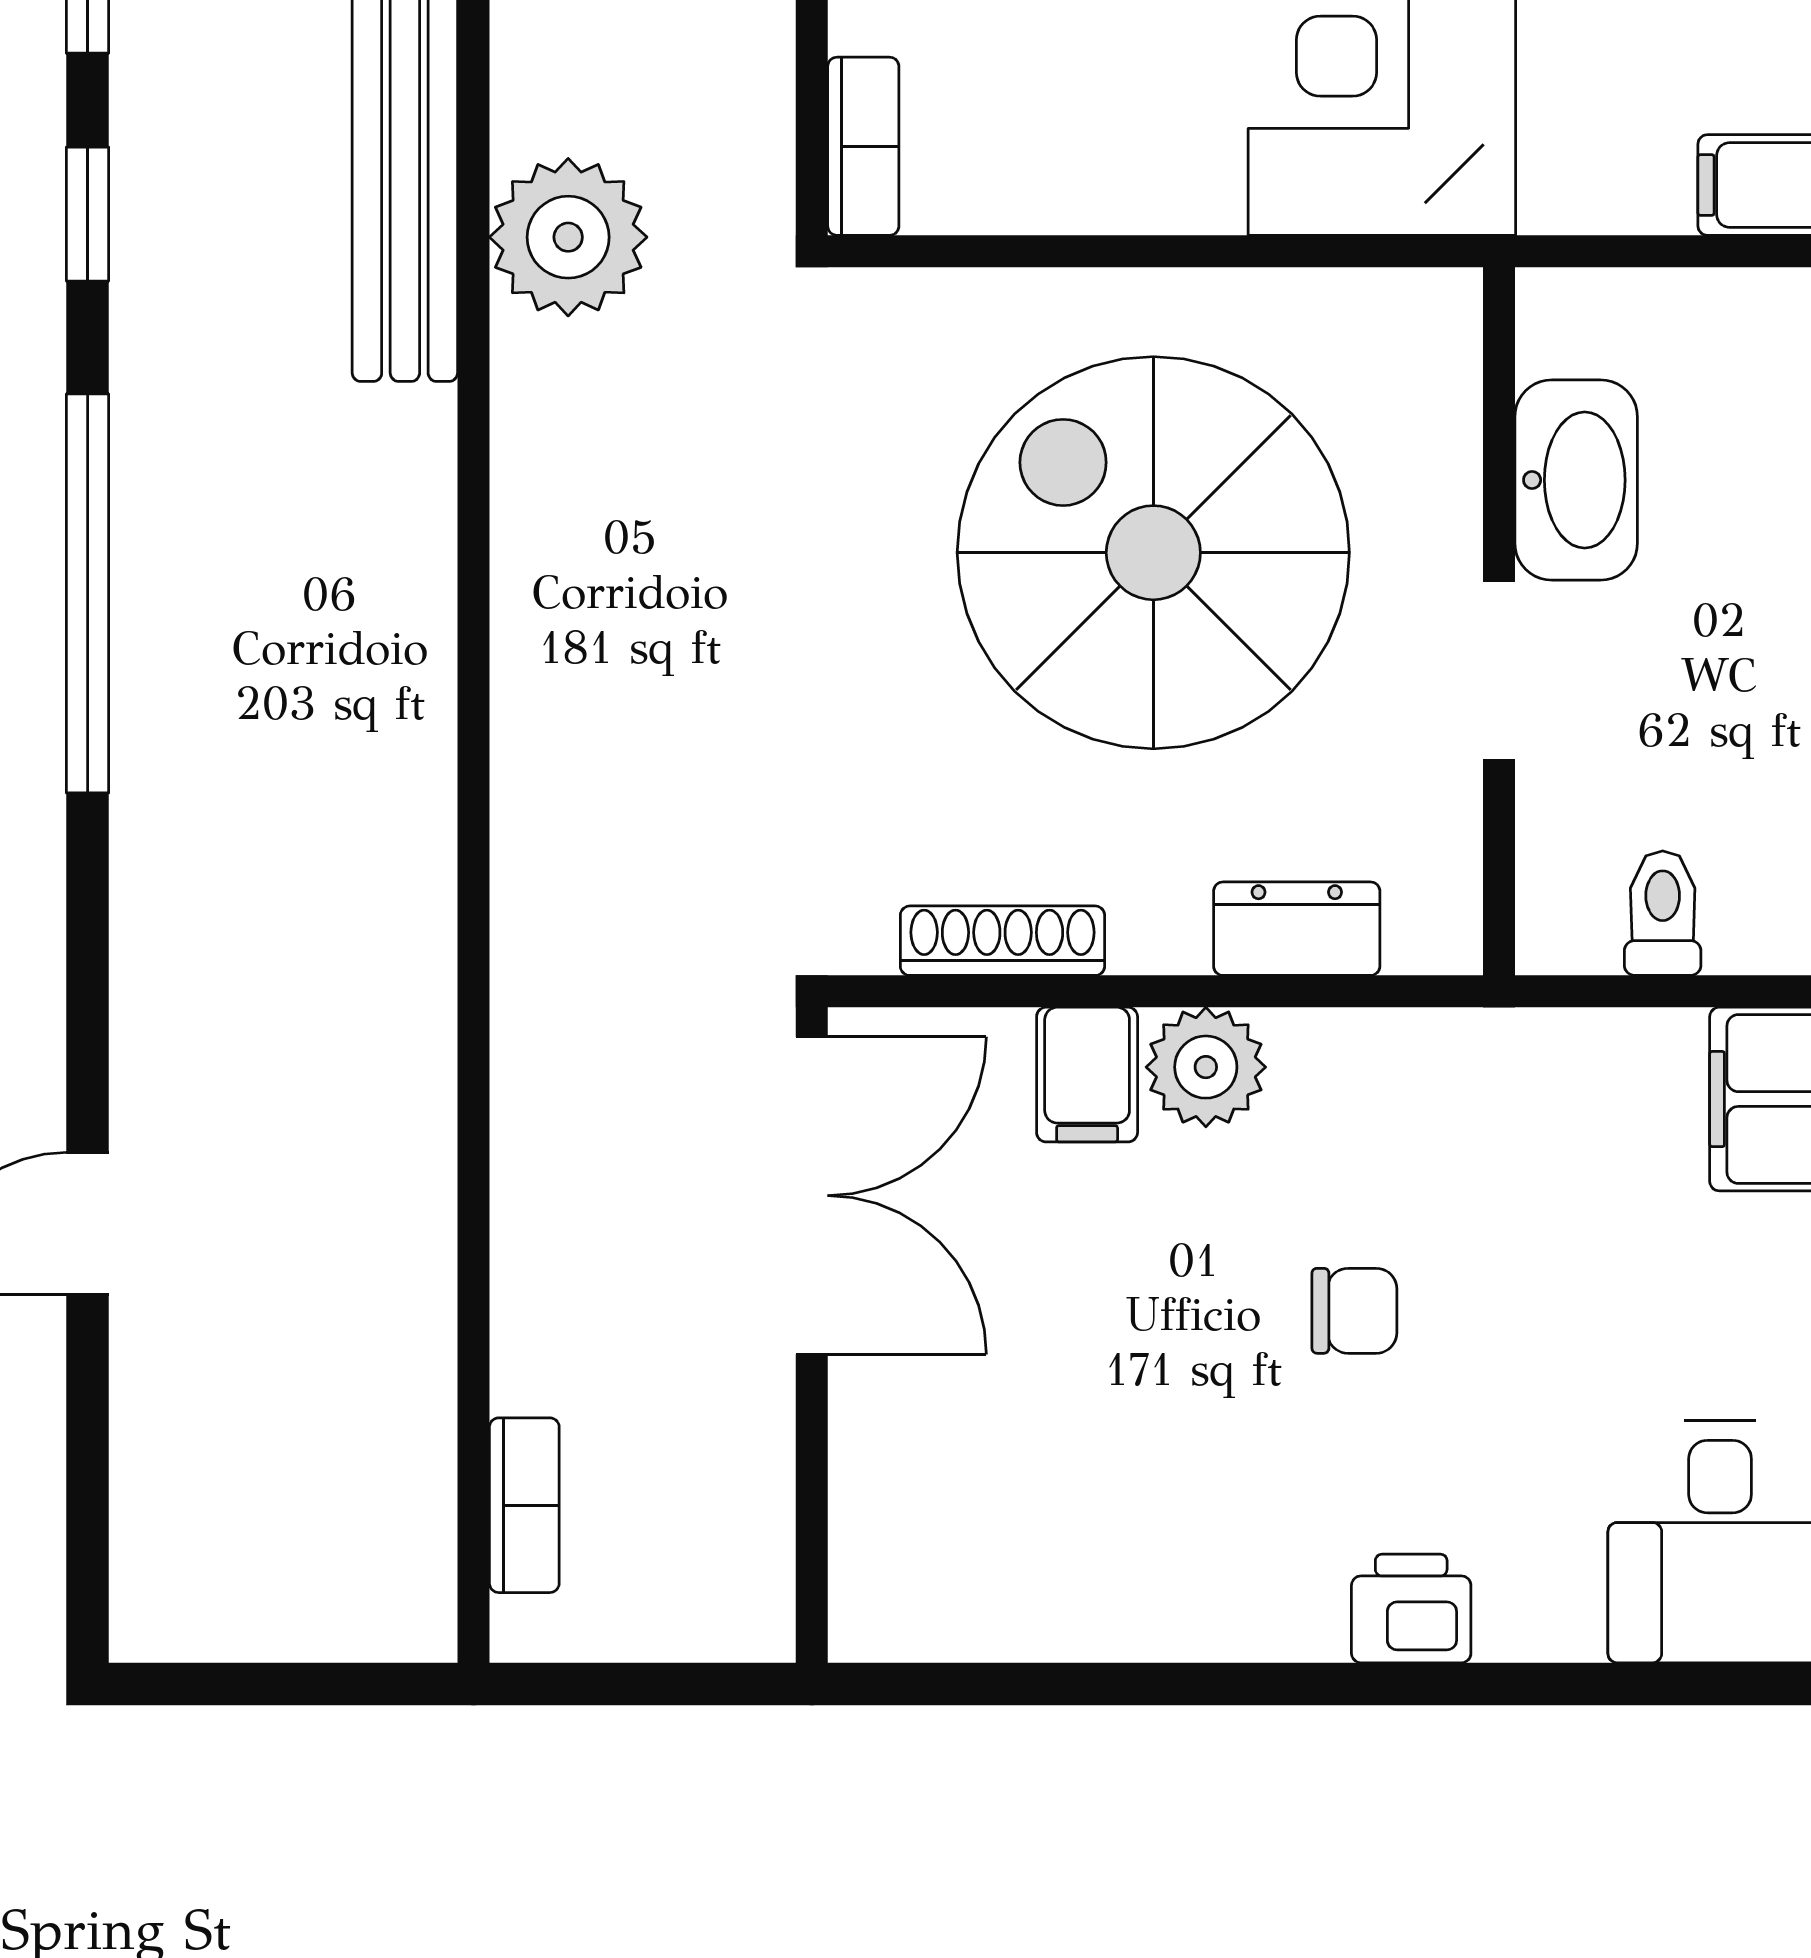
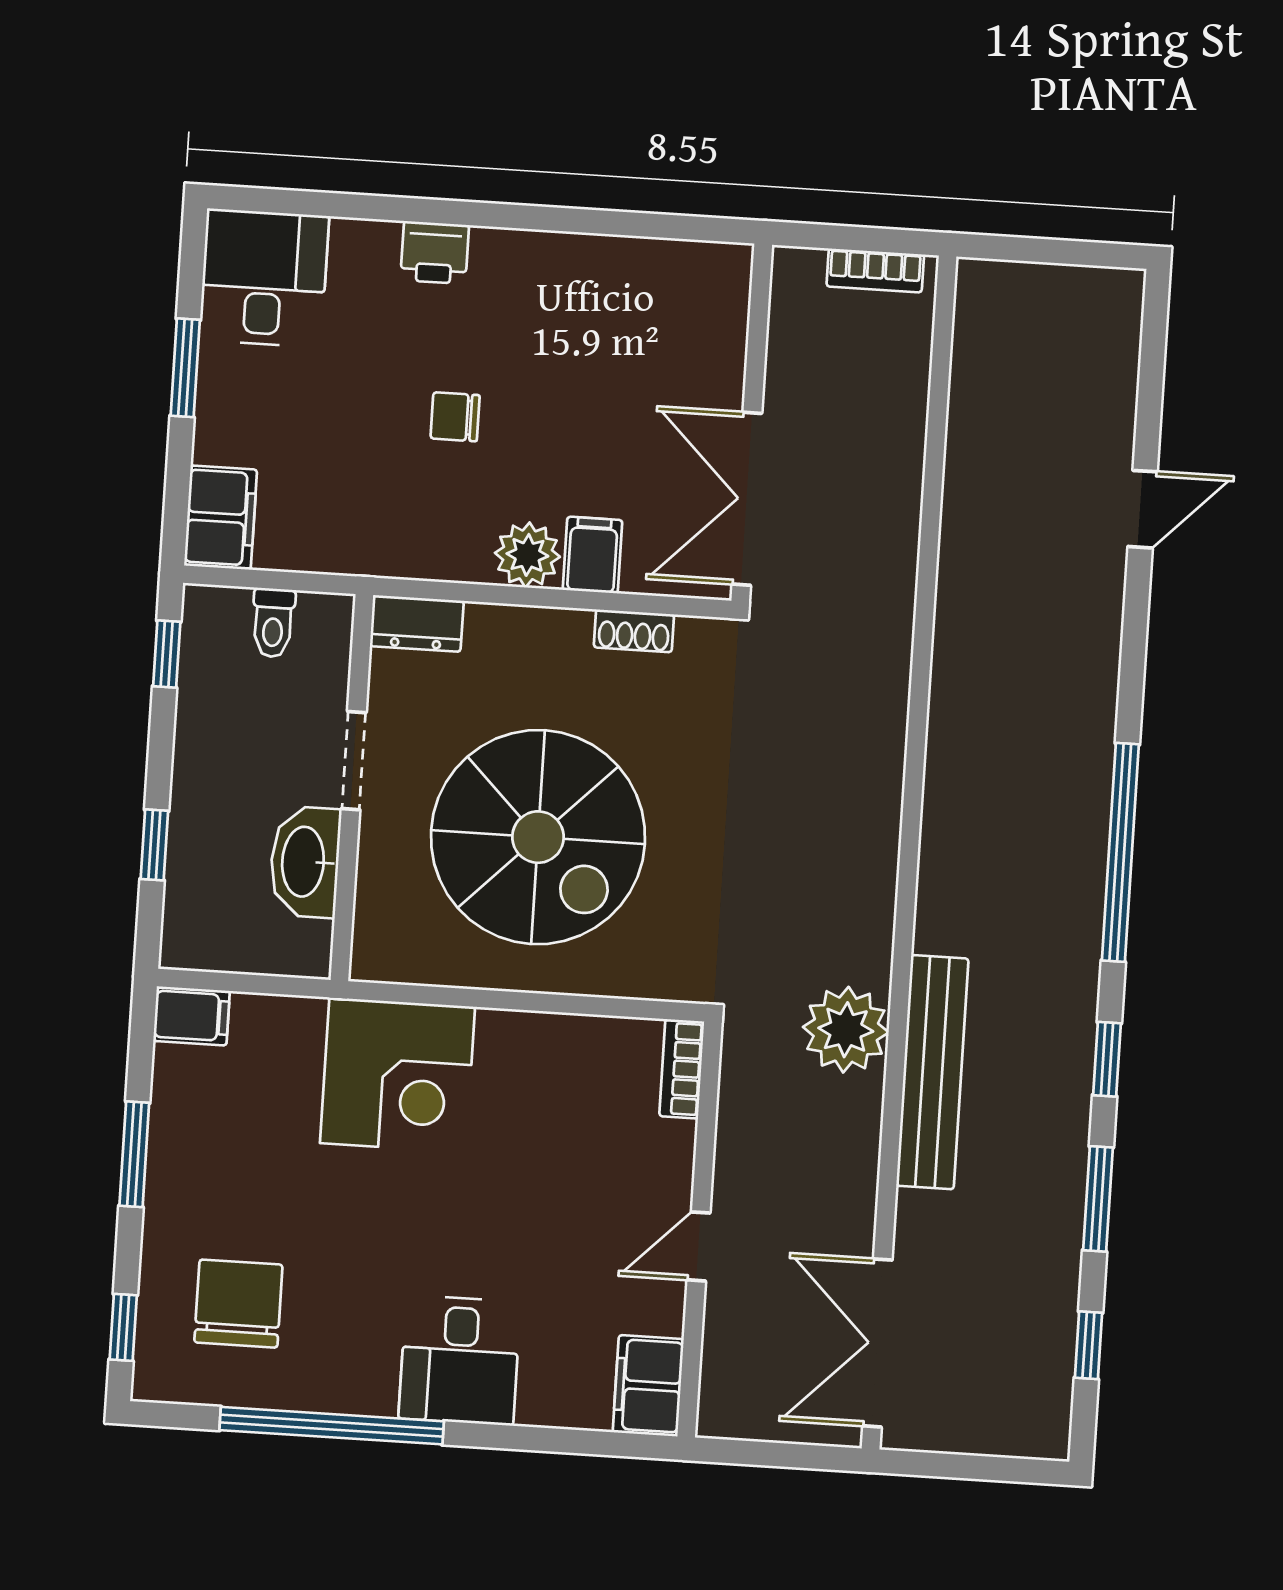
dresser: (1297, 929) -> (417, 623), moved
shoe rack: (1002, 941) -> (634, 631), width x0.70
bookcase: (524, 1505) -> (875, 270), moved, turned -90

